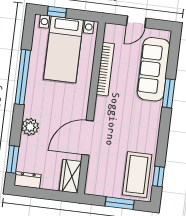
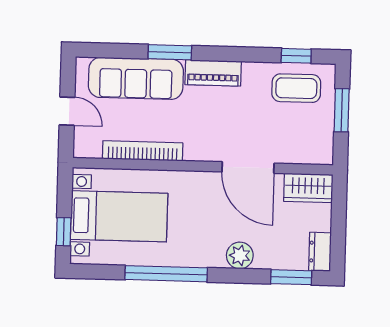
piano: (152, 121) -> (213, 73), added
coffee table: (137, 175) -> (296, 88), width x0.73, depth x0.76

